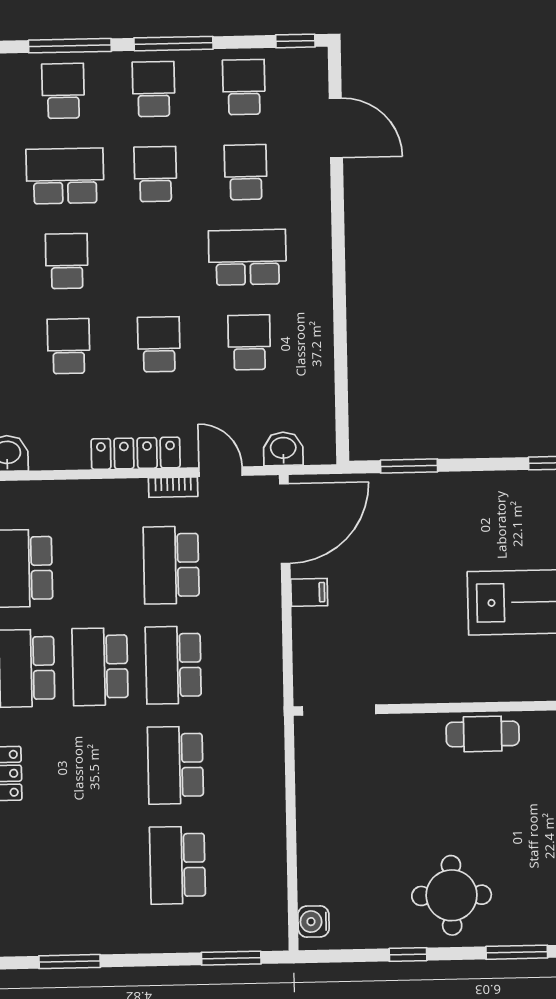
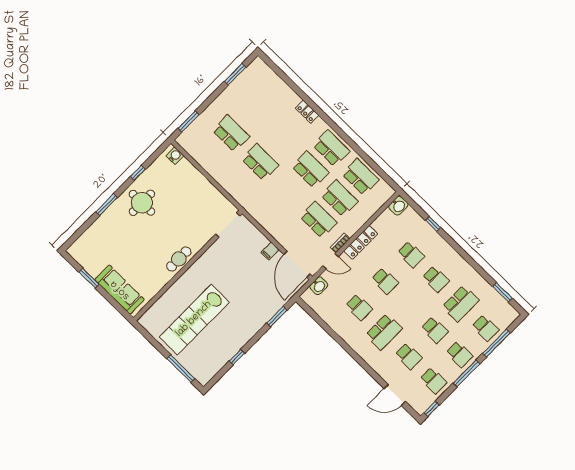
school desk: (173, 665) -> (339, 198), moved

